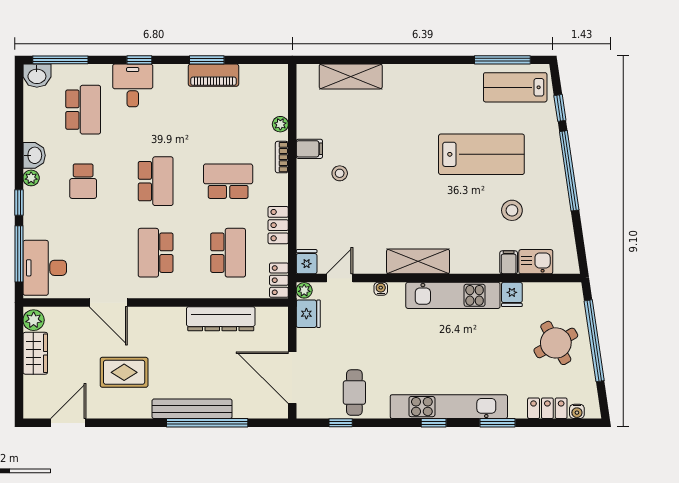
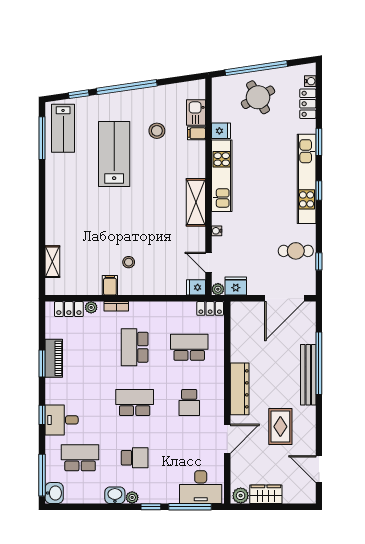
shelving: (351, 76) -> (52, 262), width x0.67, depth x0.75
locker: (278, 225) -> (69, 309), moved
school desk: (156, 253) -> (189, 402), width x0.54
dresser: (221, 319) -> (240, 389), moved

